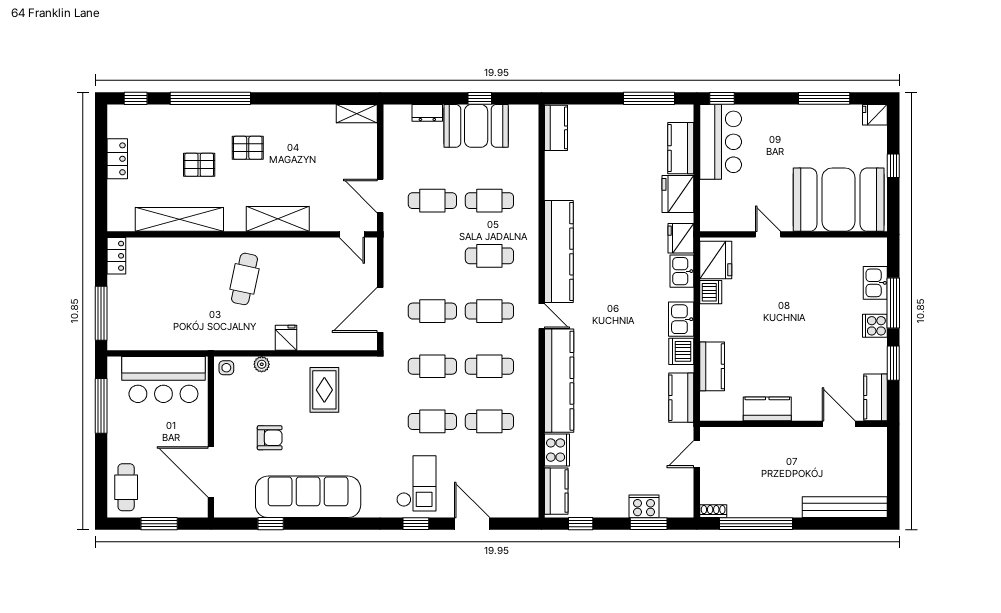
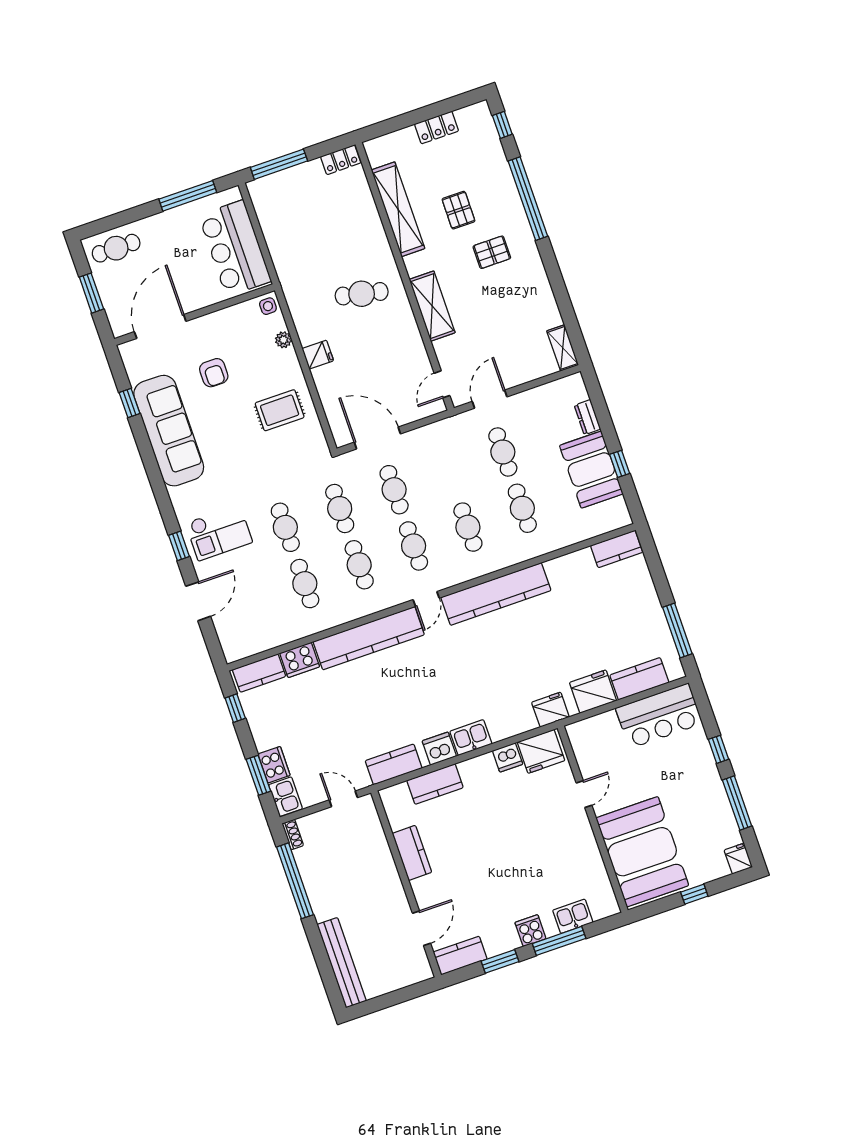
window: (722, 98) -> (719, 749), moved
pallet: (248, 148) -> (492, 252), turned 90
kitchen sink: (682, 271) -> (286, 797), moved, turned 90

